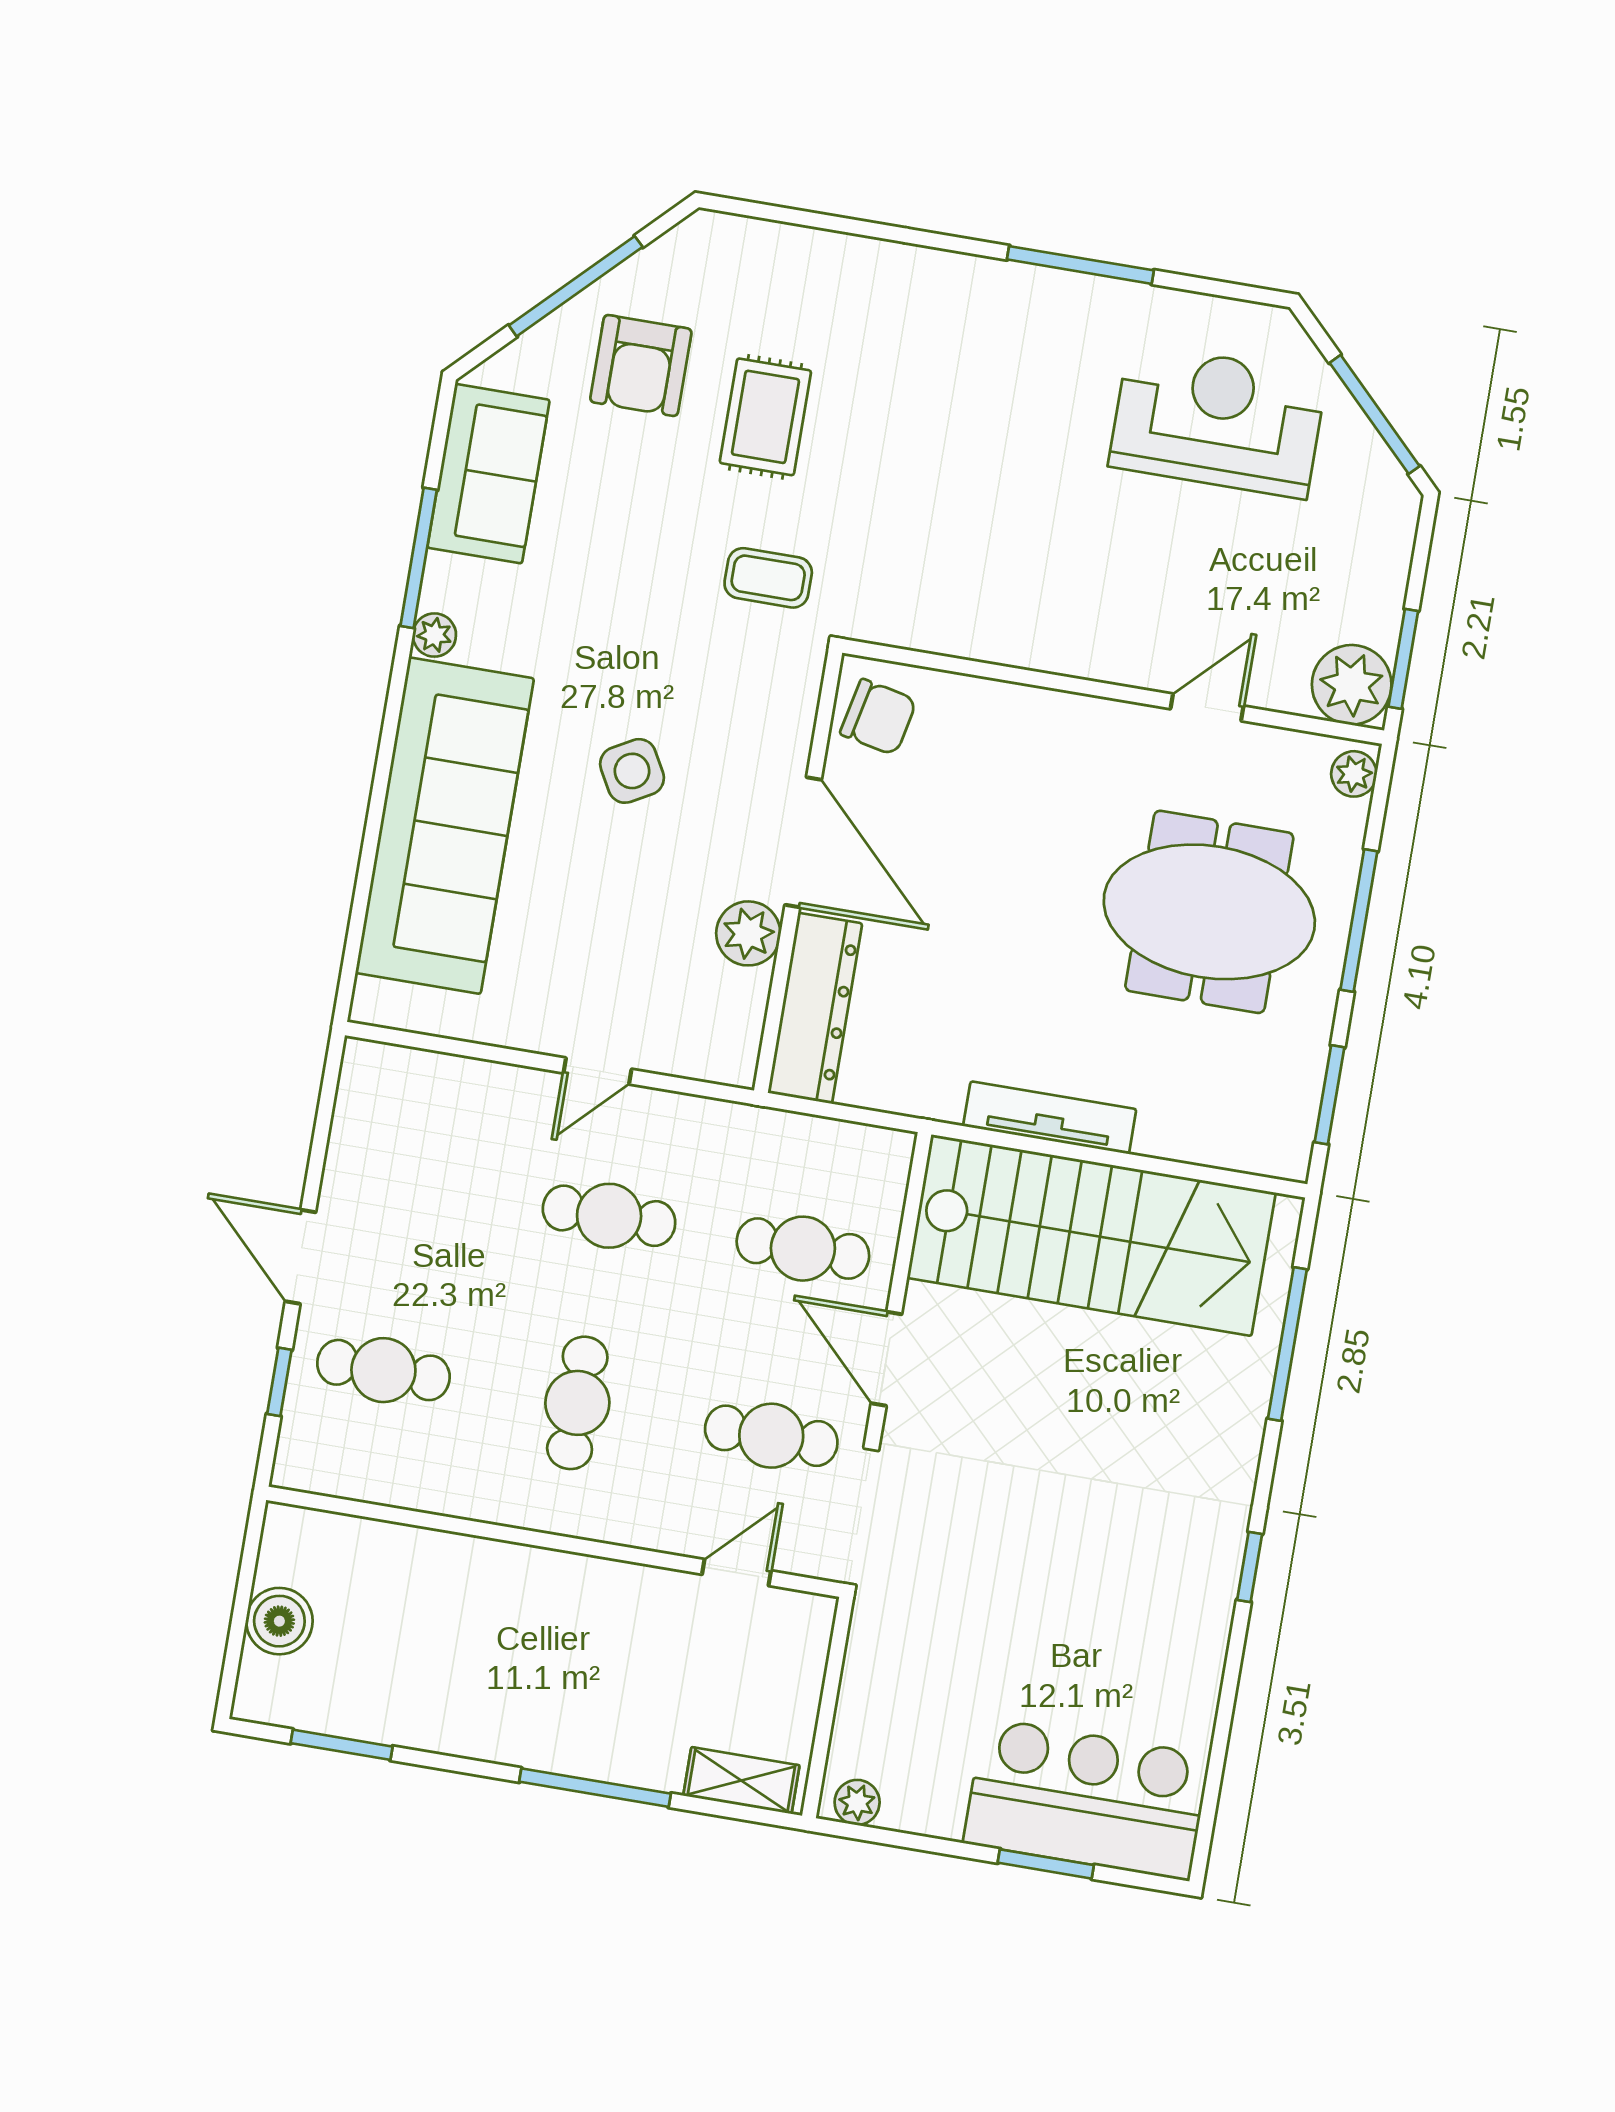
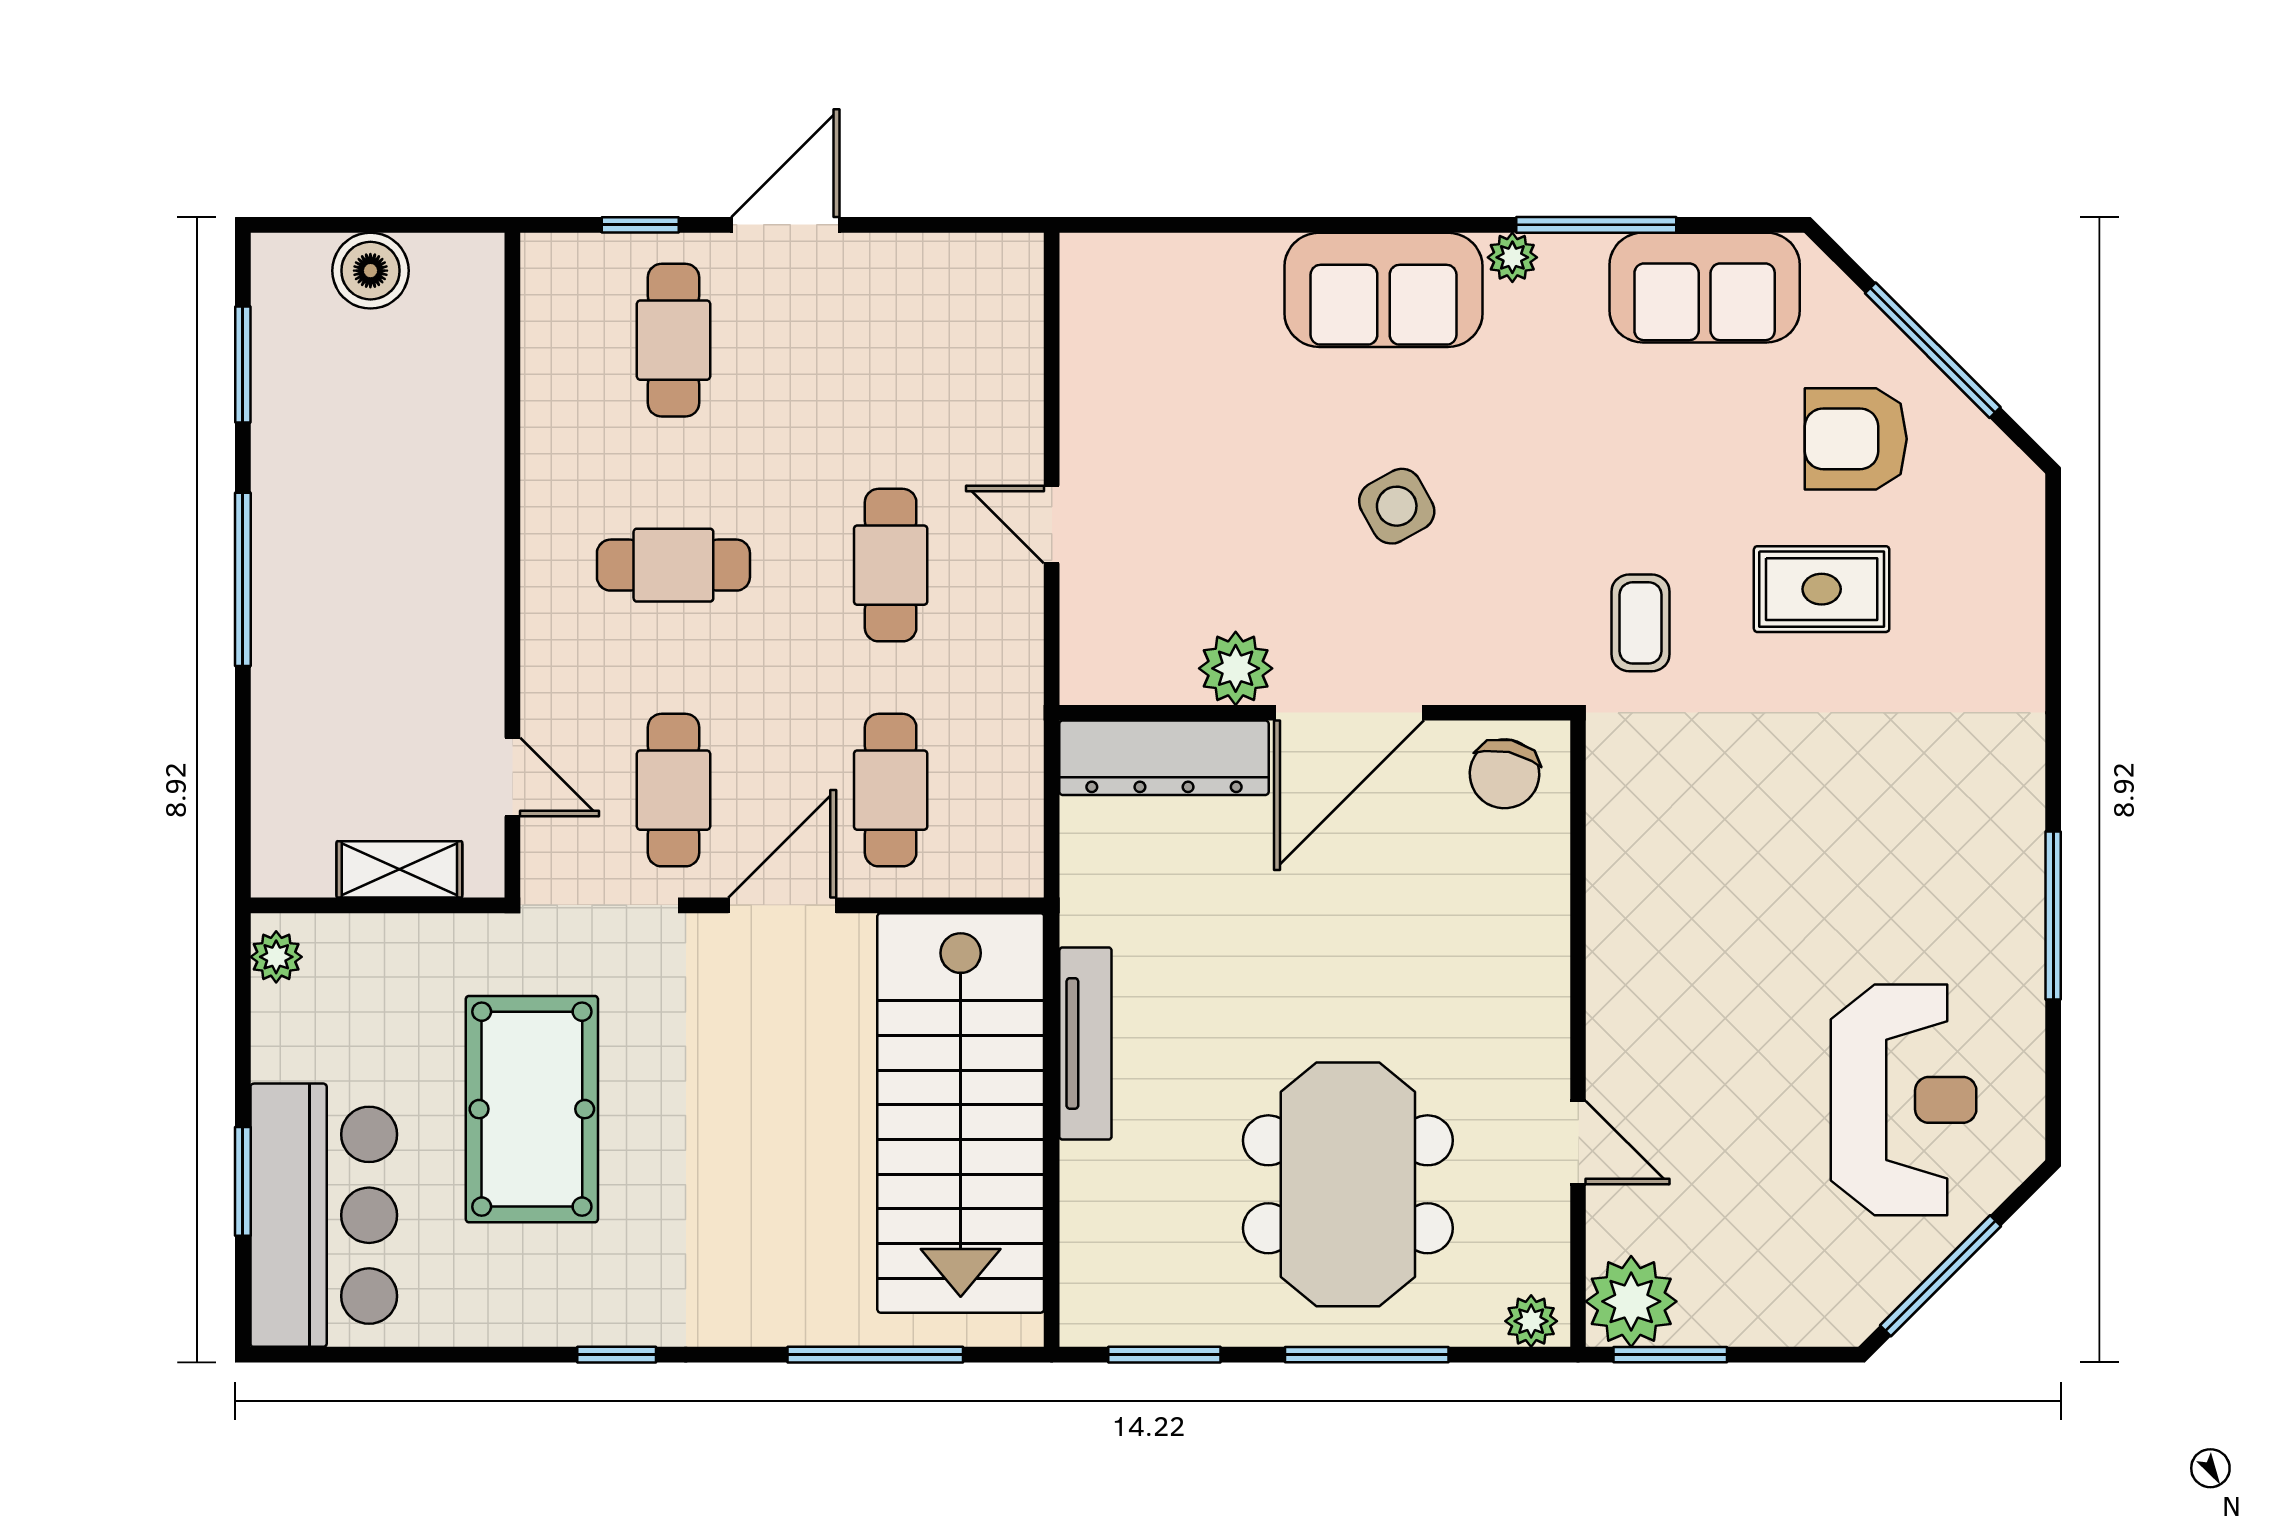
sofa: (445, 826) -> (1383, 290), width x0.54, depth x0.79
pool table: (1026, 1604) -> (532, 1109), added
shelving: (741, 1781) -> (399, 869), moved, turned 90
window: (595, 1788) -> (243, 579), moved

